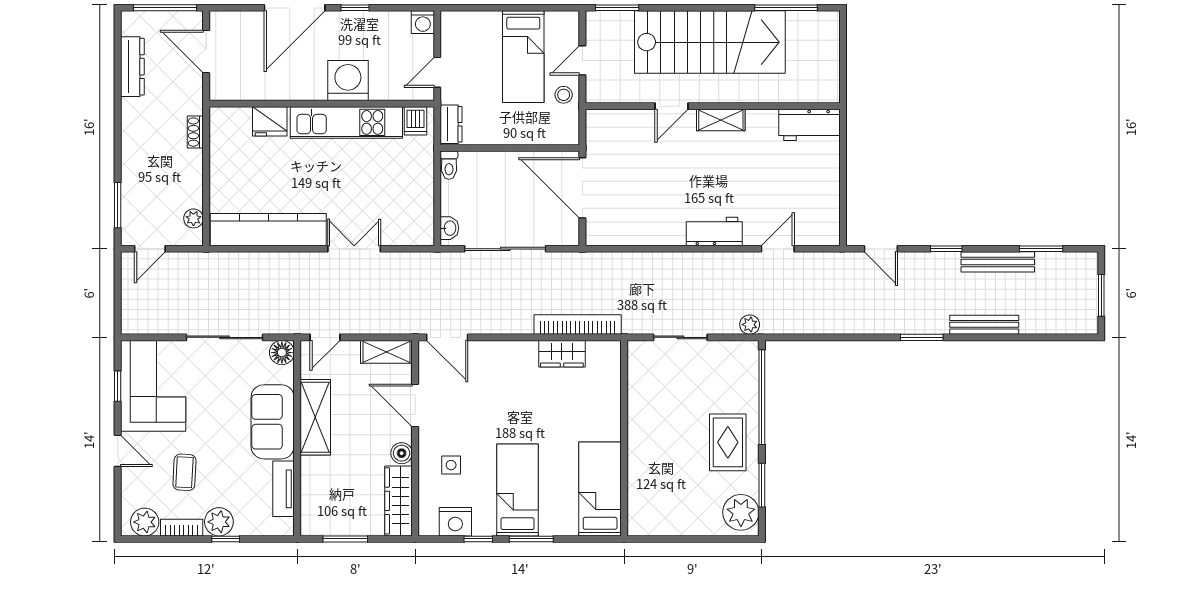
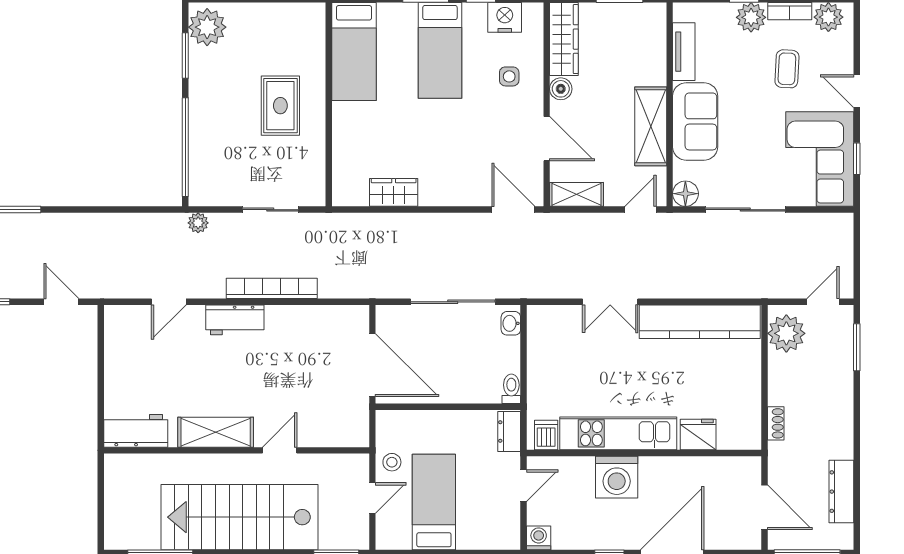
shelving: (721, 120) -> (216, 432), width x1.50, depth x1.33
plant: (193, 218) -> (786, 333), width x1.88, depth x1.88
bookcase: (578, 324) -> (272, 288), moved, turned 180
rug: (728, 442) -> (280, 106), moved

